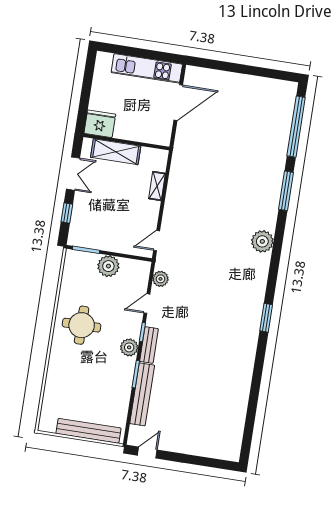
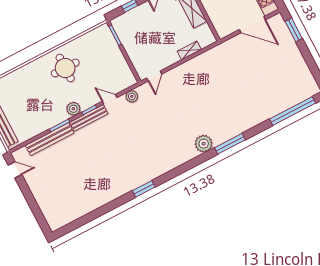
window: (215, 65) -> (294, 30), added
window: (286, 191) -> (230, 144), moved
door: (157, 241) -> (154, 76), swing flipped
plant: (108, 266) -> (115, 57), removed
window: (266, 318) -> (144, 189), moved
bench: (149, 345) -> (89, 118), width x1.36

